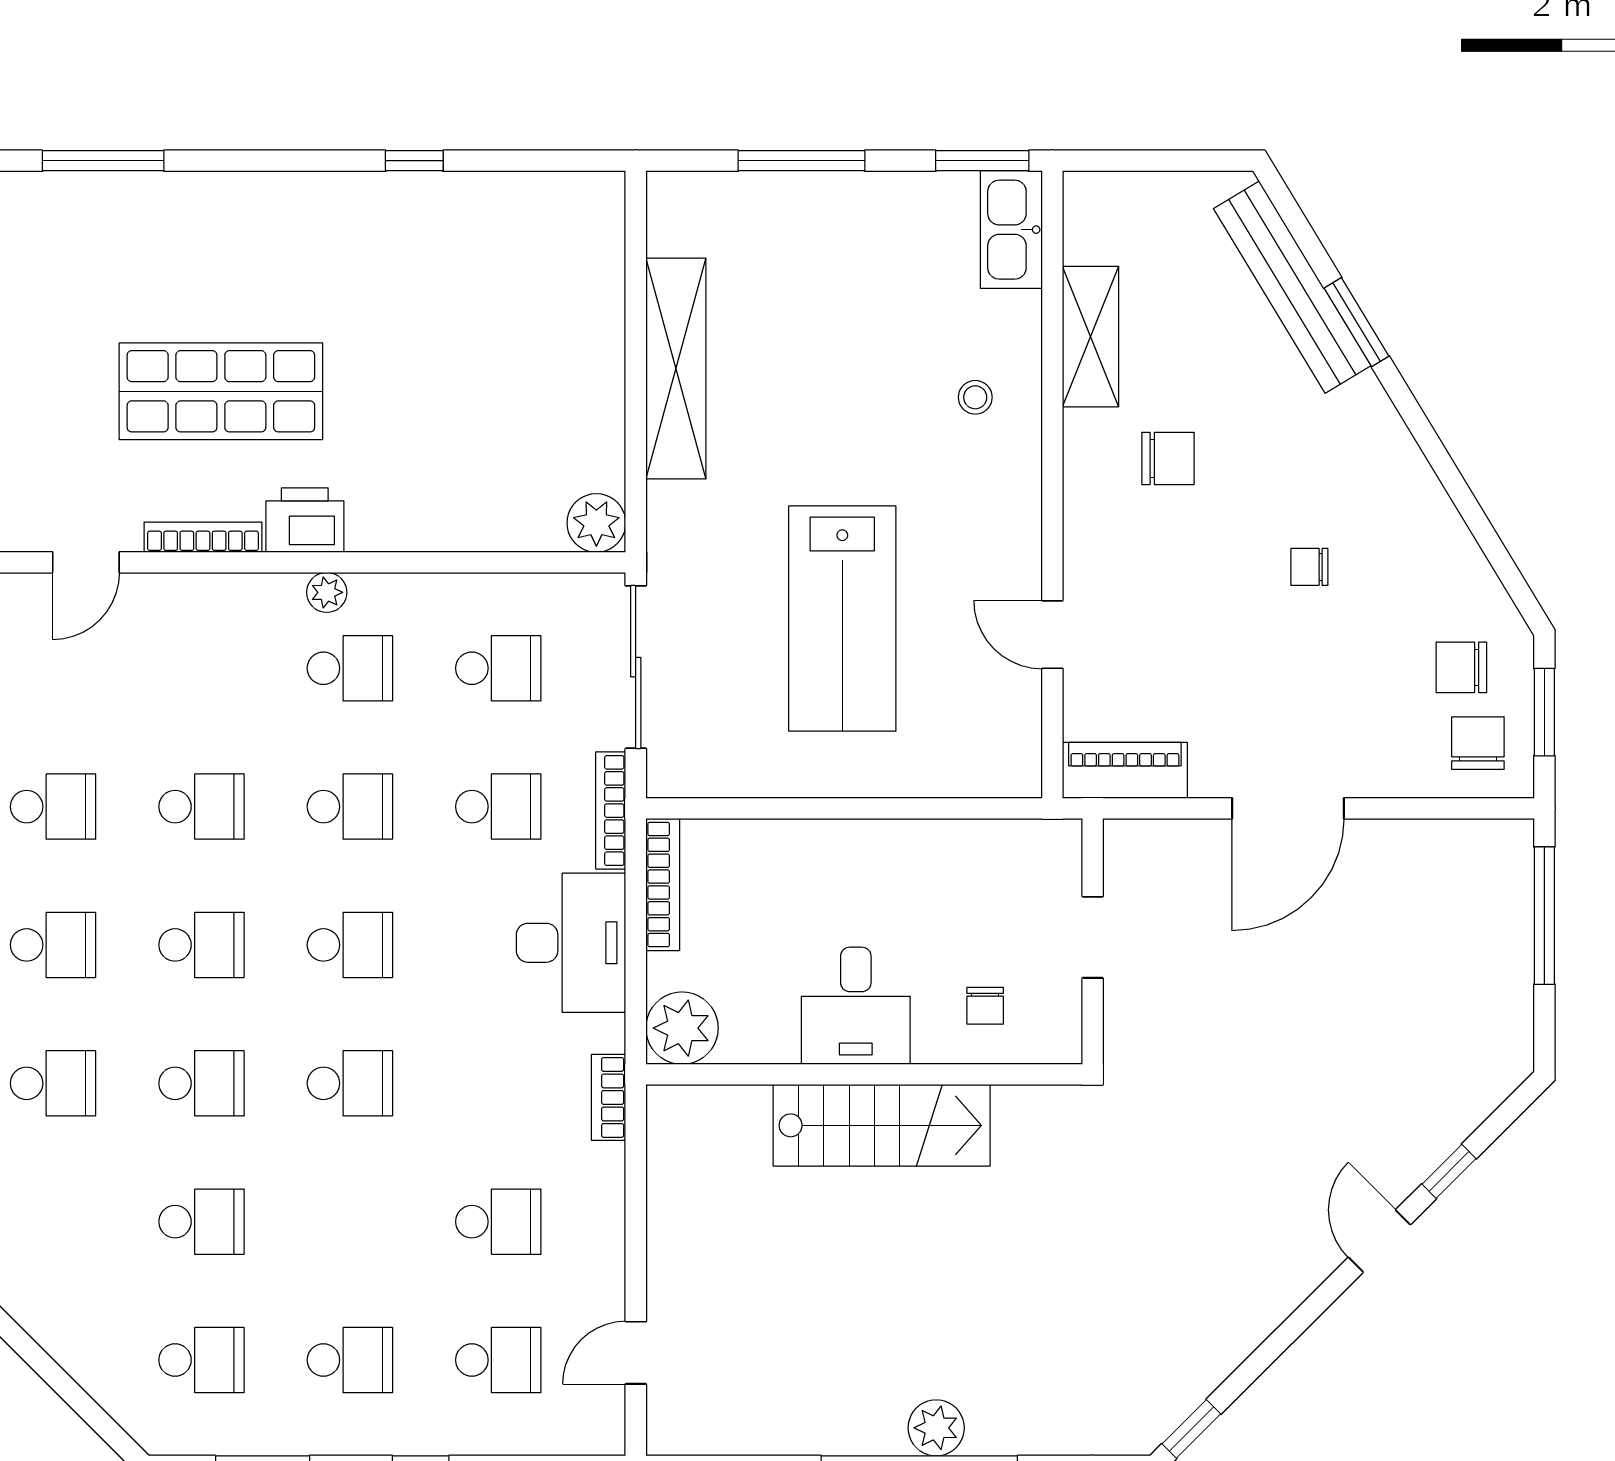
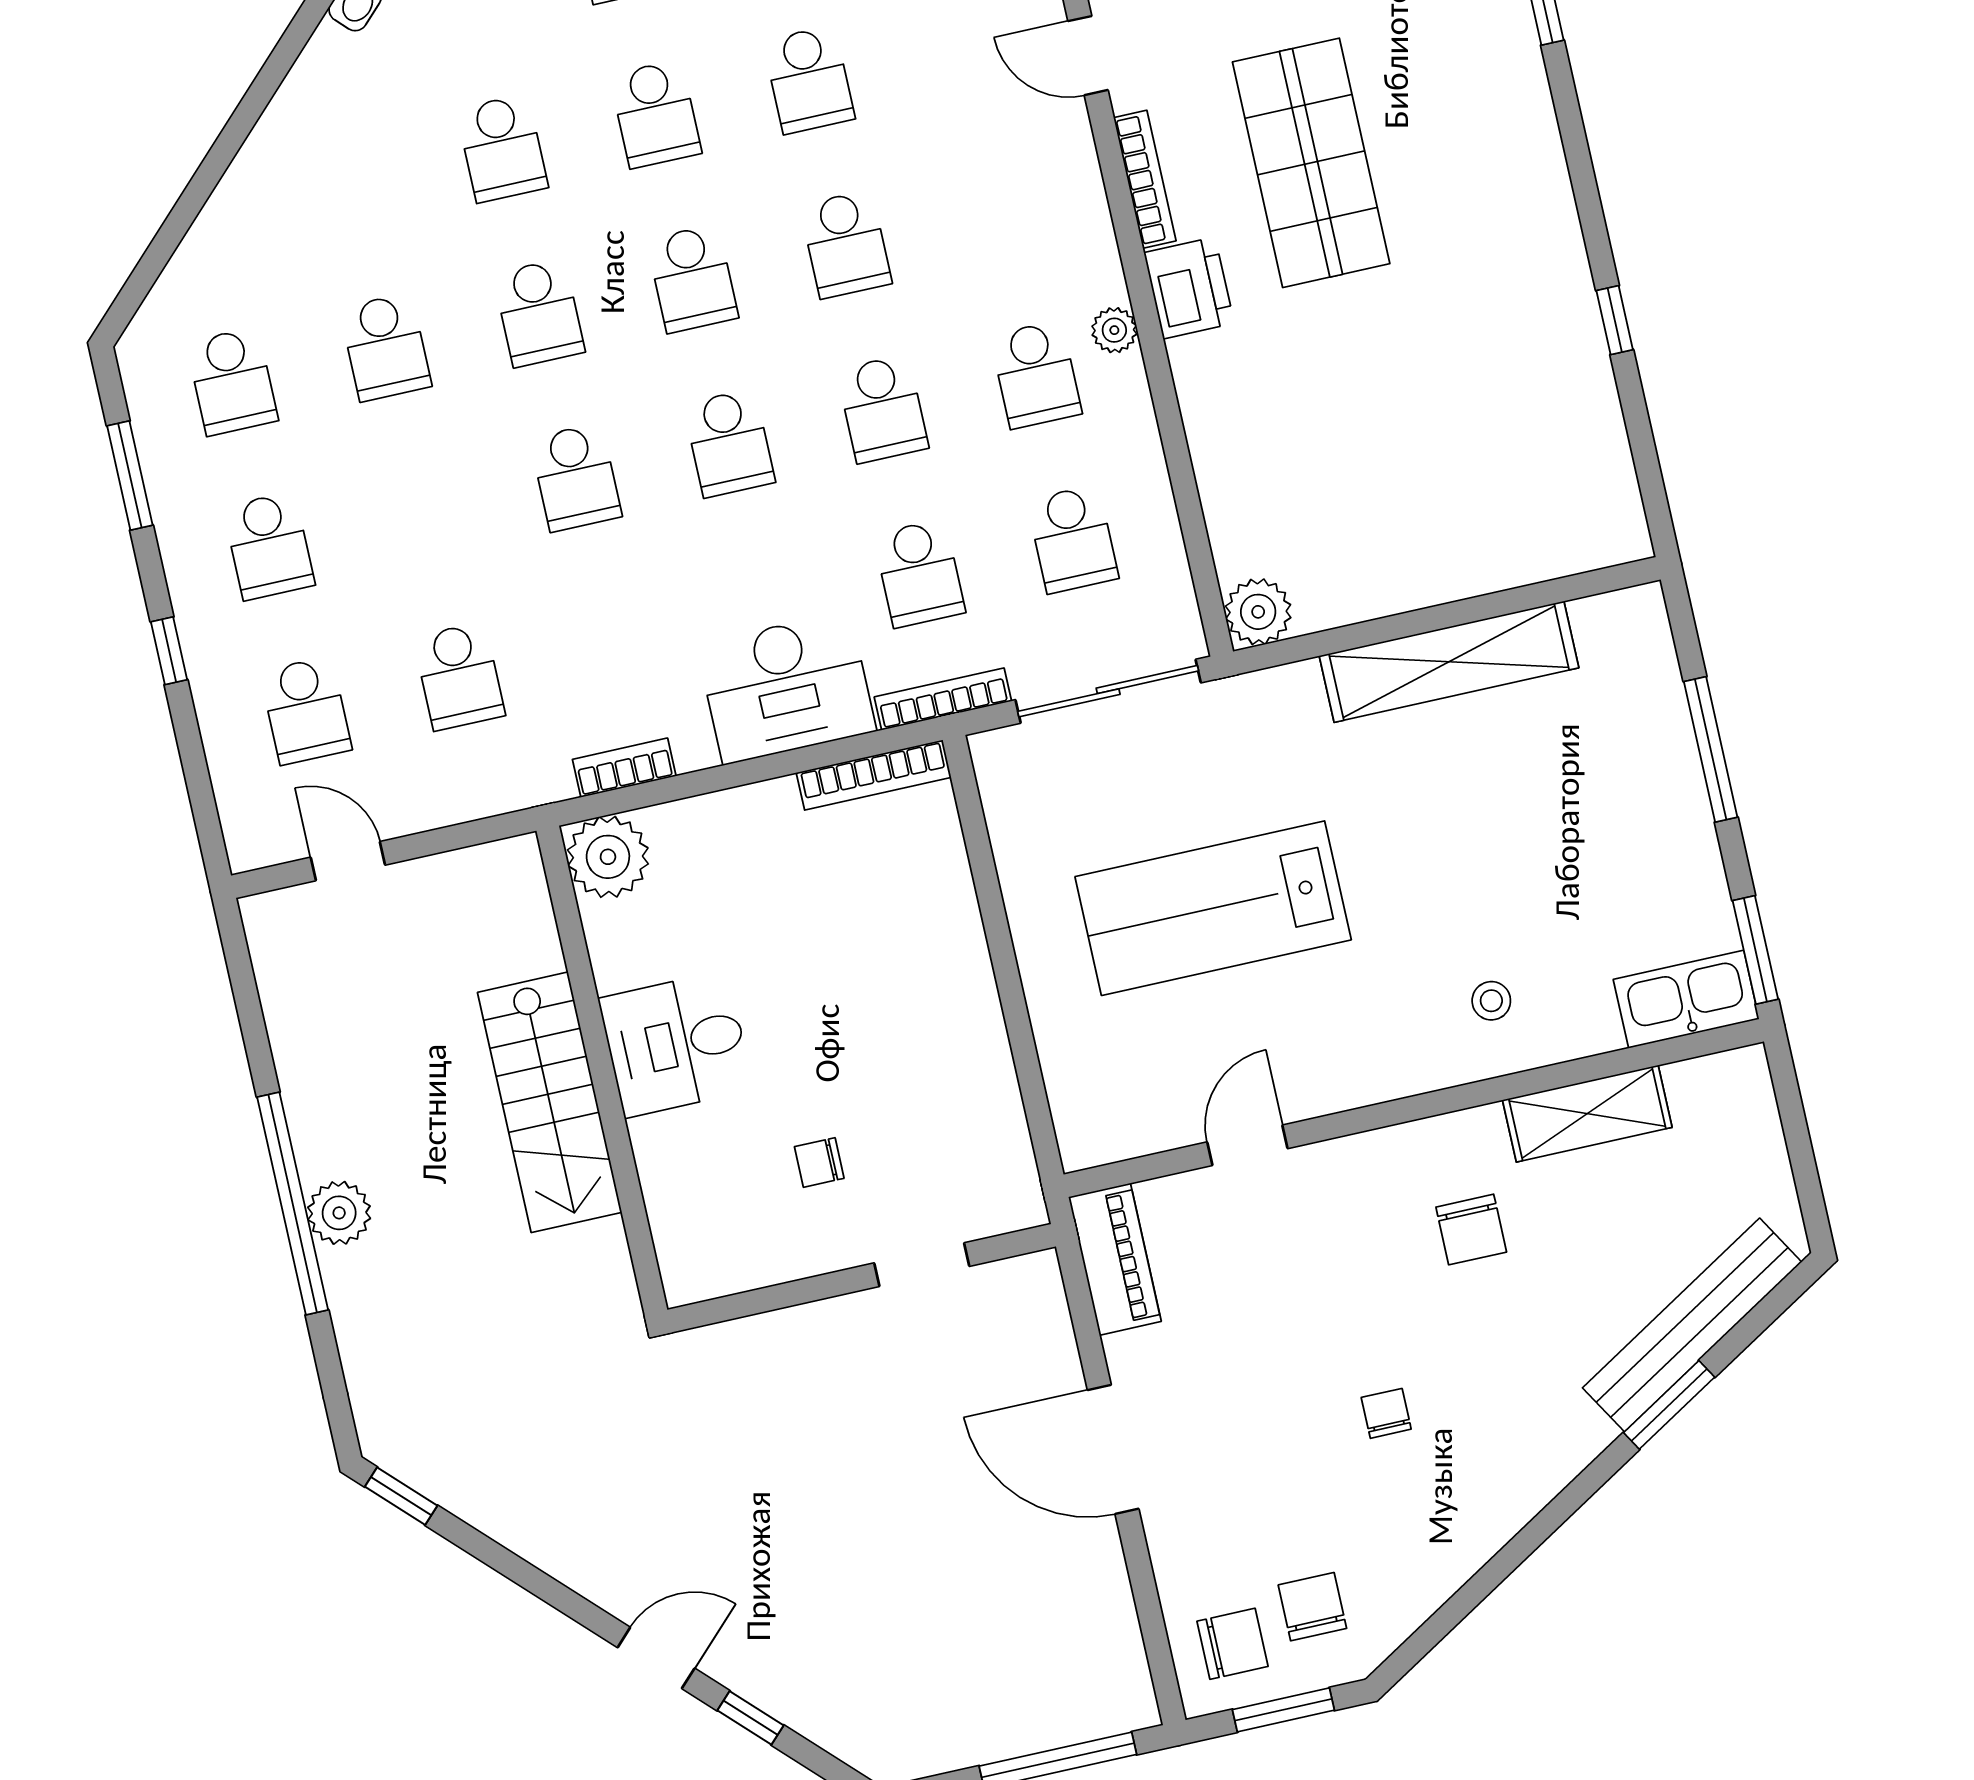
desk: (856, 1006) -> (676, 1044), moved
plant: (682, 1028) -> (608, 857), moved
wall: (864, 1074) -> (602, 1070), moved
stairs: (882, 1125) -> (550, 1102), moved

